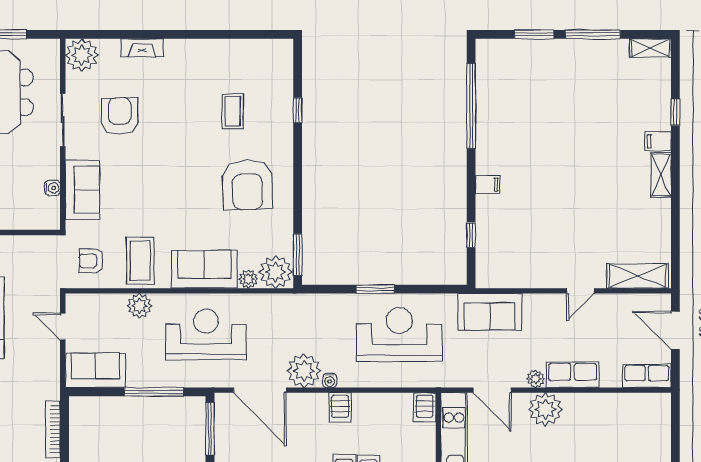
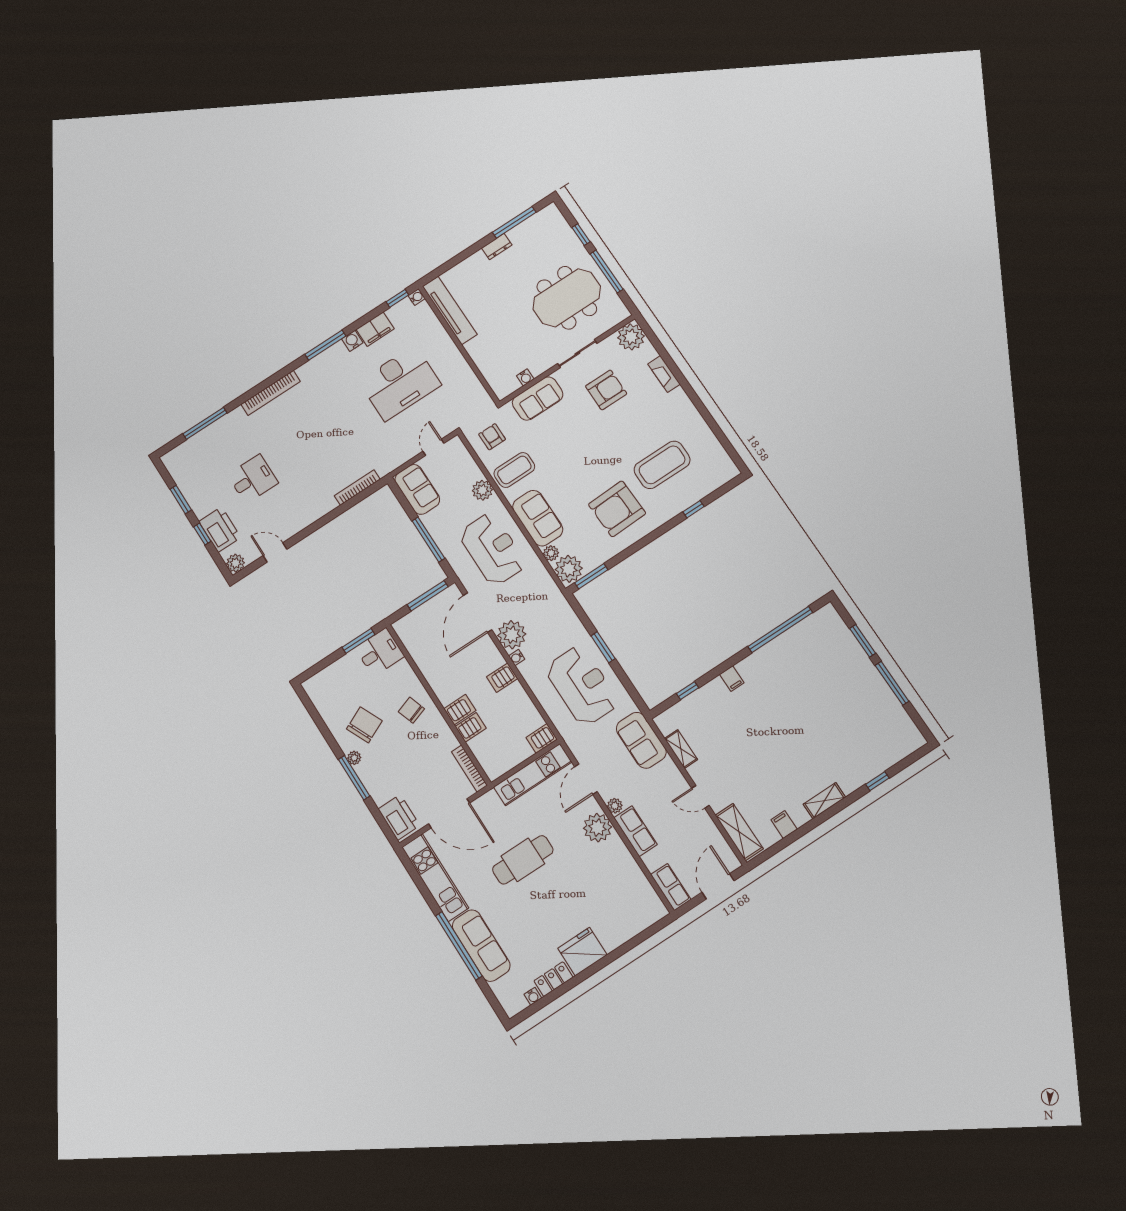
shelving: (650, 48) -> (681, 749), moved
coffee table: (233, 111) -> (662, 465), width x1.86, depth x1.72
filing cabinet: (658, 141) -> (784, 825), moved

